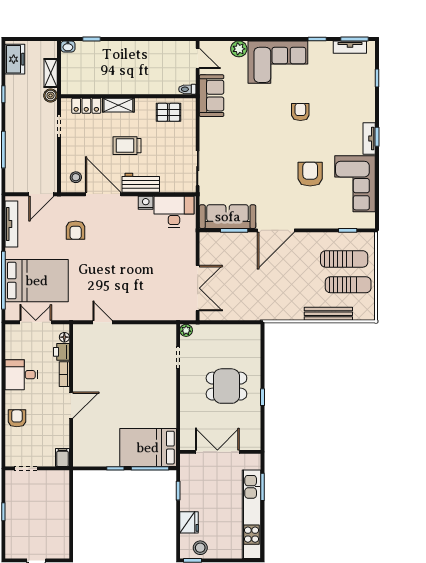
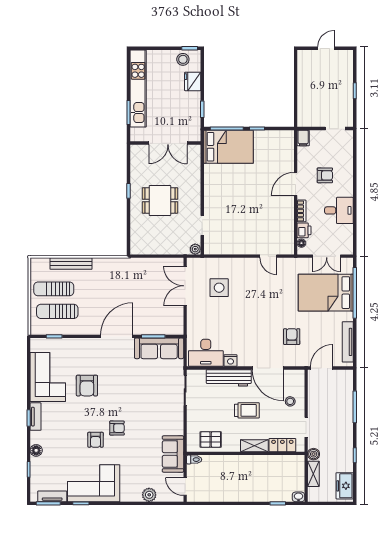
corner sofa: (278, 62) -> (94, 483), moved
floor lamp: (368, 100) -> (36, 450), added
armchair: (276, 125) -> (117, 428), added
stool: (76, 177) -> (290, 401), moved
workbench: (141, 183) -> (229, 378), width x1.38
side table: (159, 286) -> (219, 288), added
armchair: (17, 418) -> (325, 175), moved, turned -90

